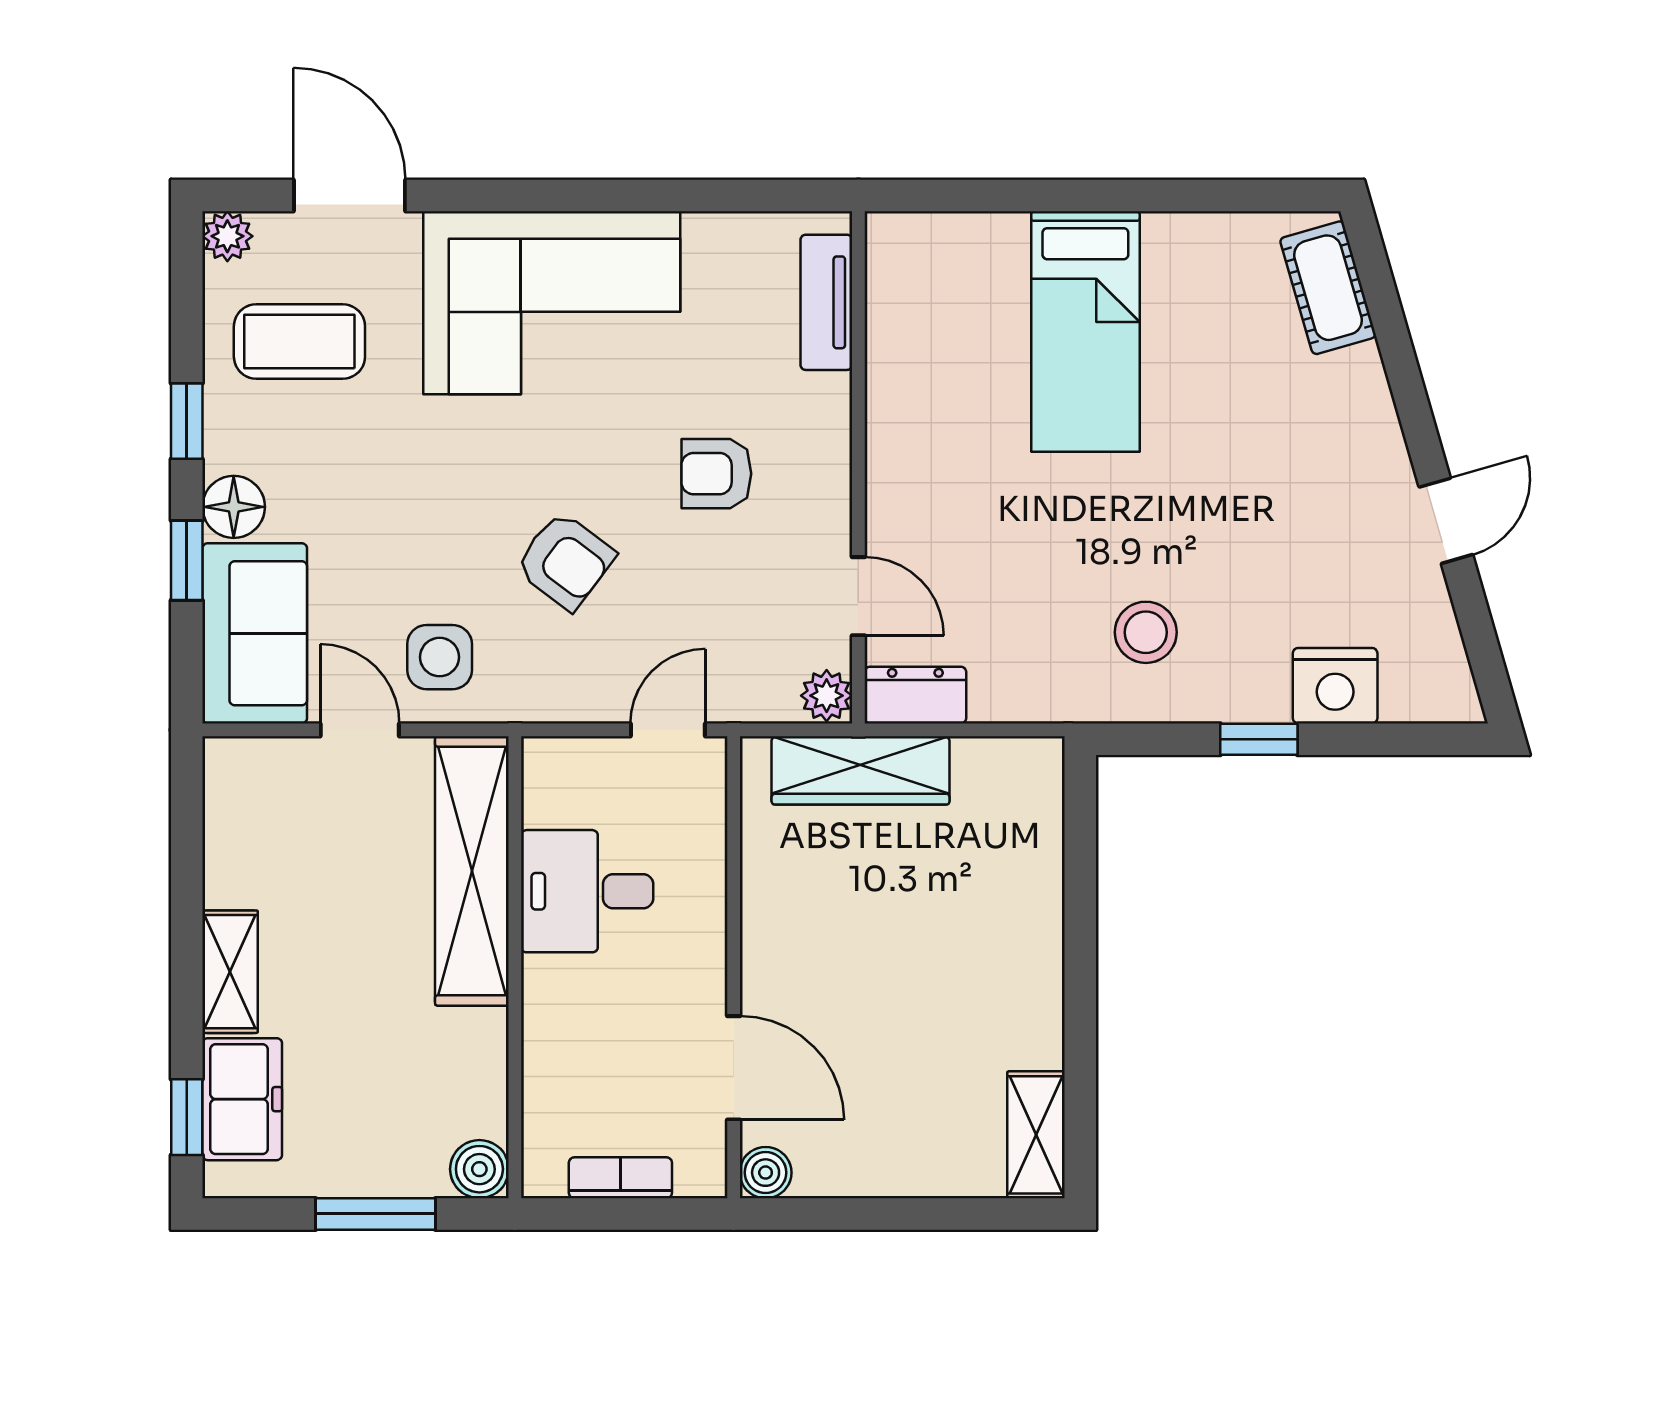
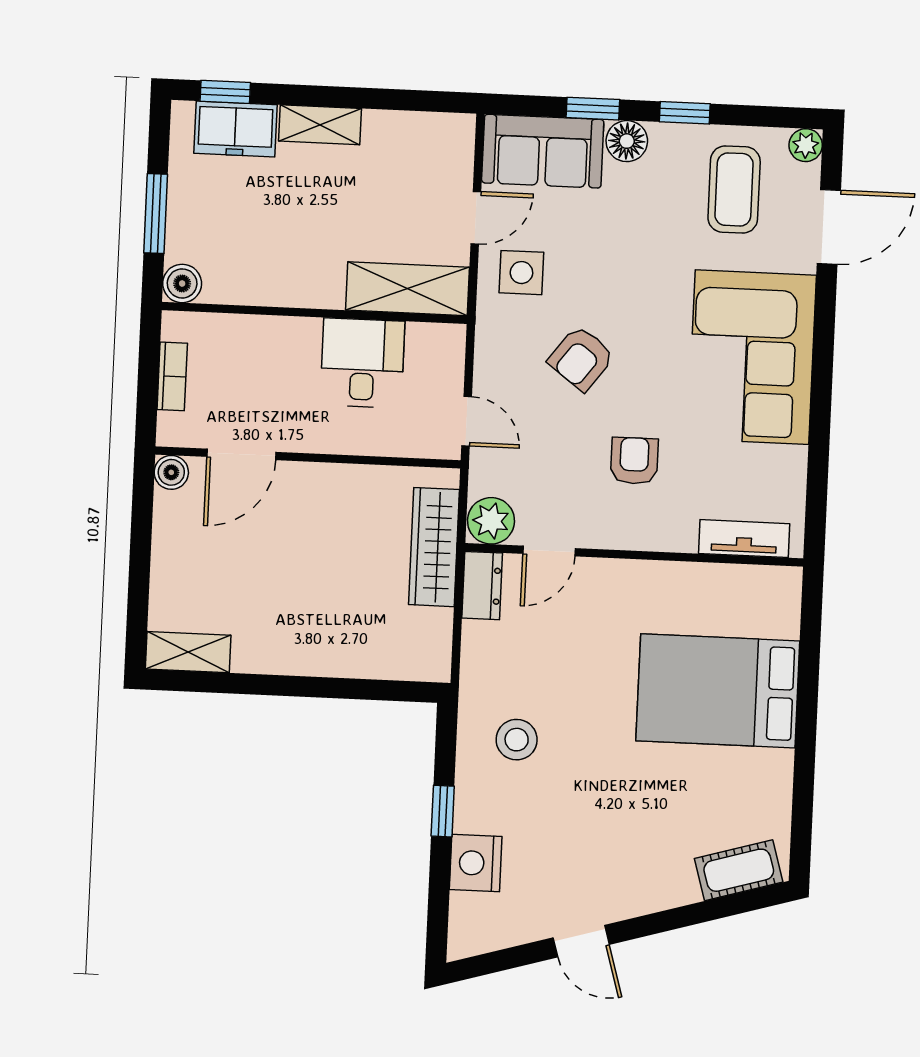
bed: (1085, 332) -> (718, 691), width x1.50
plant: (827, 696) -> (491, 521), width x1.38, depth x1.38
shelving: (472, 871) -> (408, 289), width x0.68

